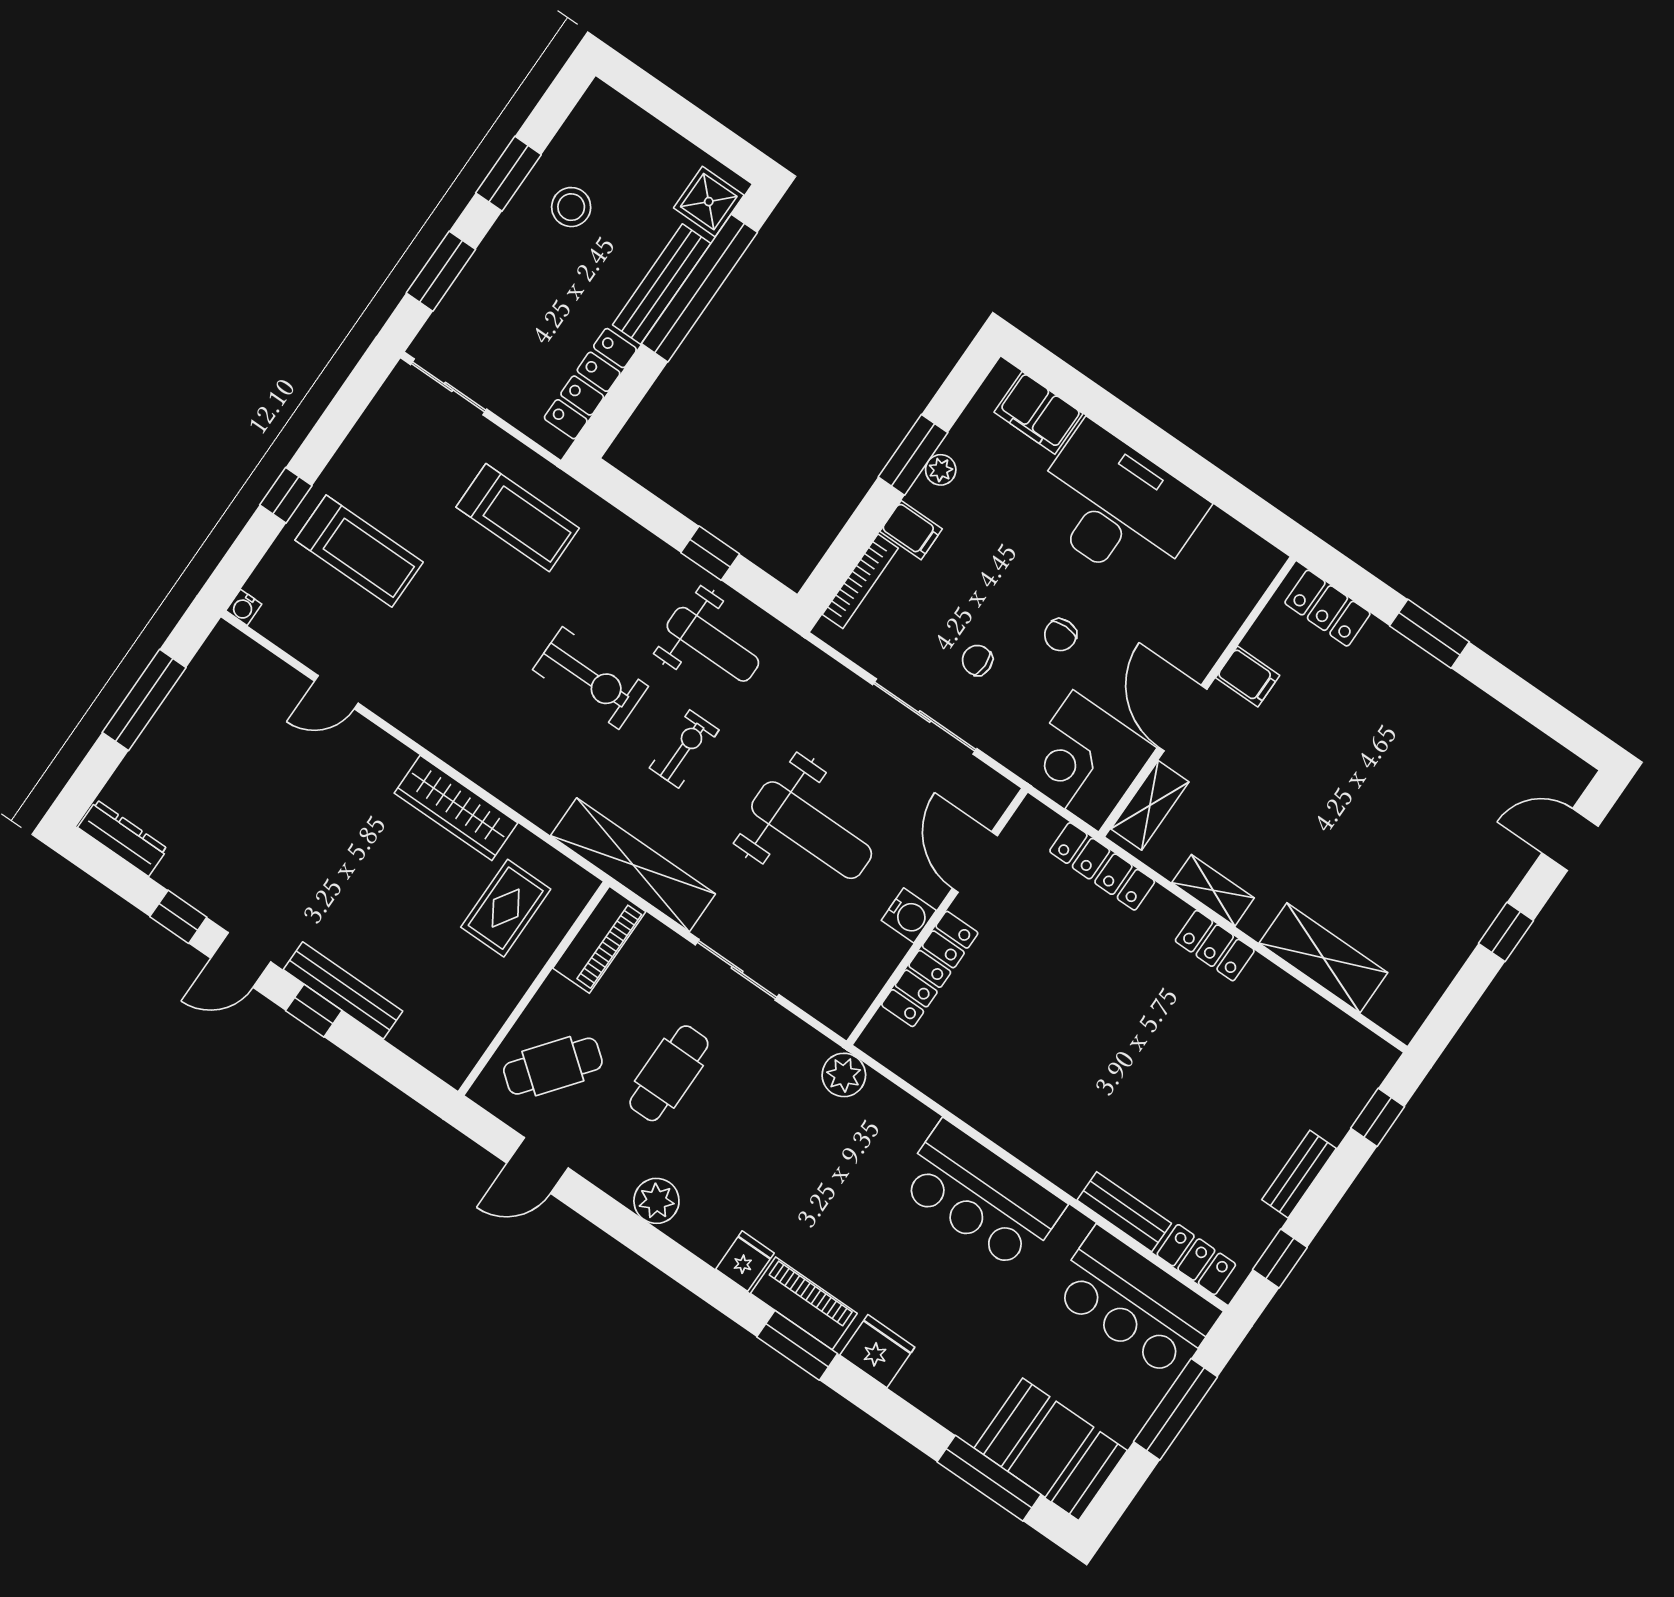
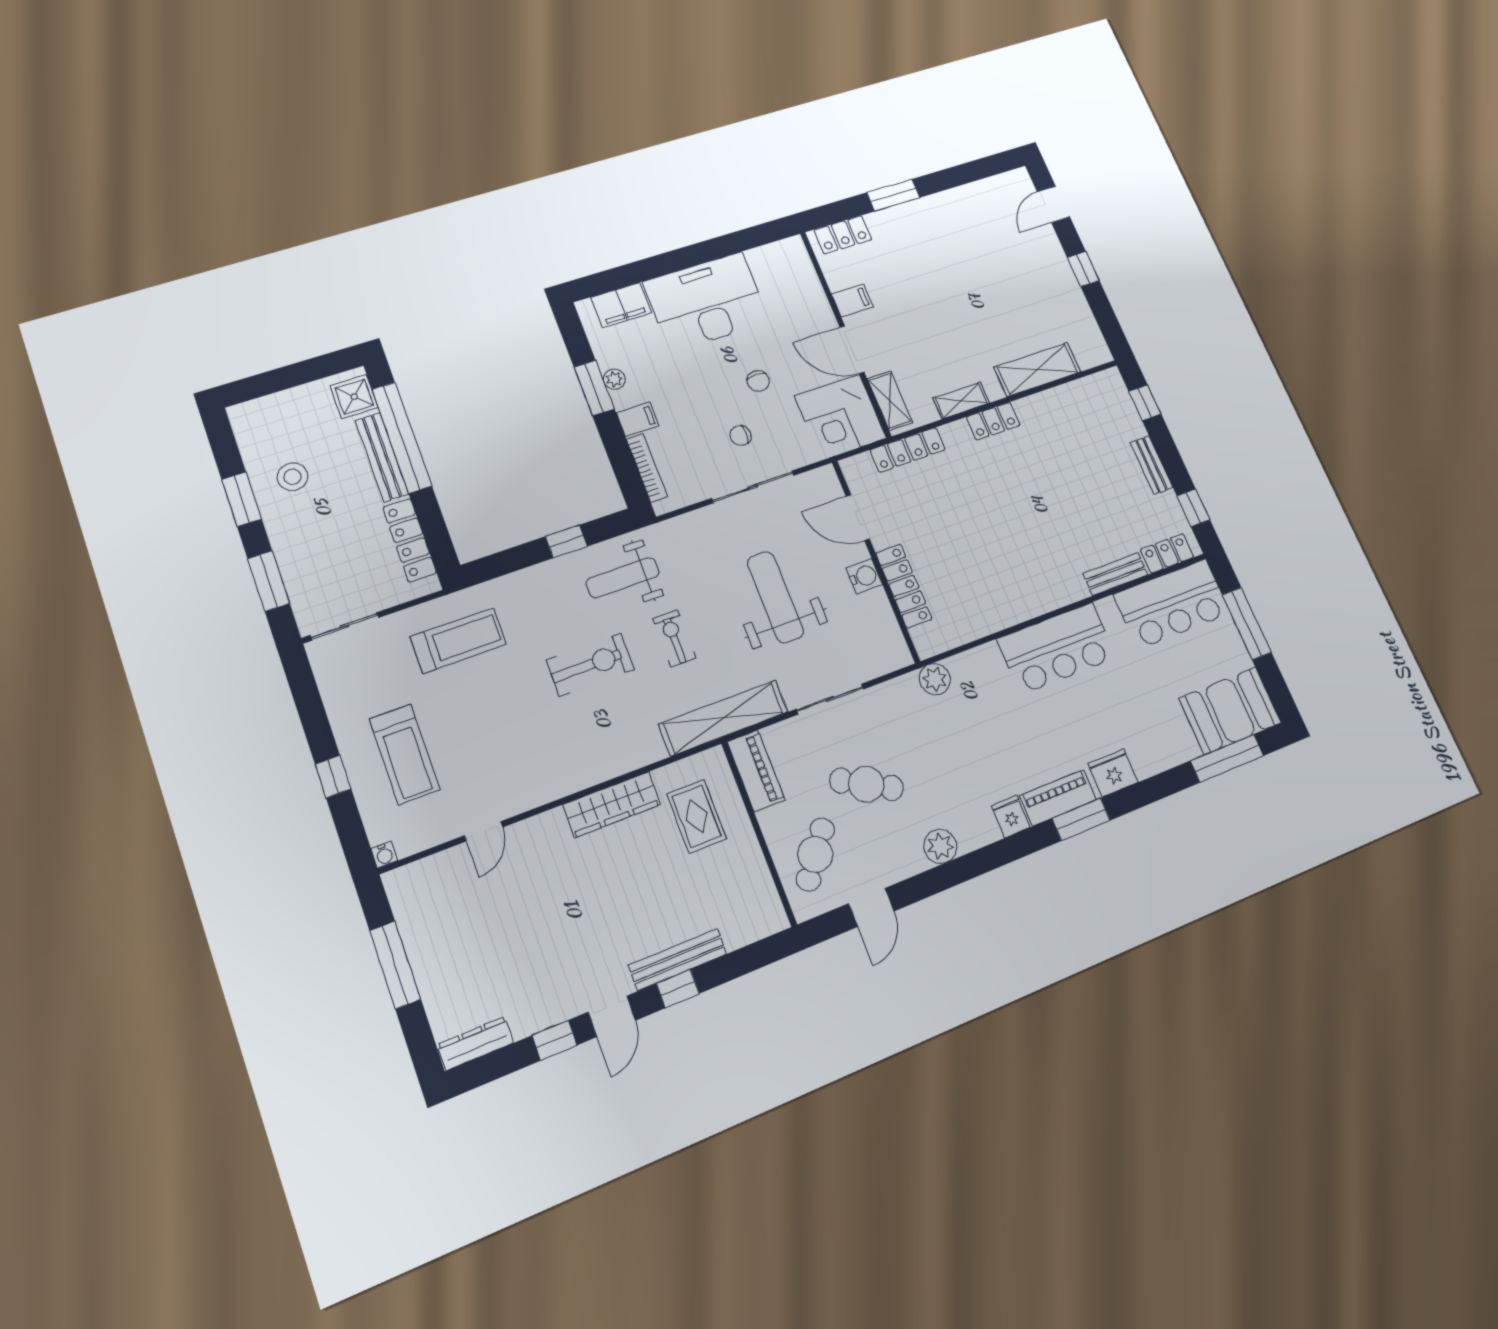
treadmill: (359, 551) -> (405, 754), turned 90
weight bench: (713, 644) -> (623, 578), turned 180
weight bench: (812, 830) -> (775, 597), turned -90
cafe table: (669, 1073) -> (866, 784), turned -61

